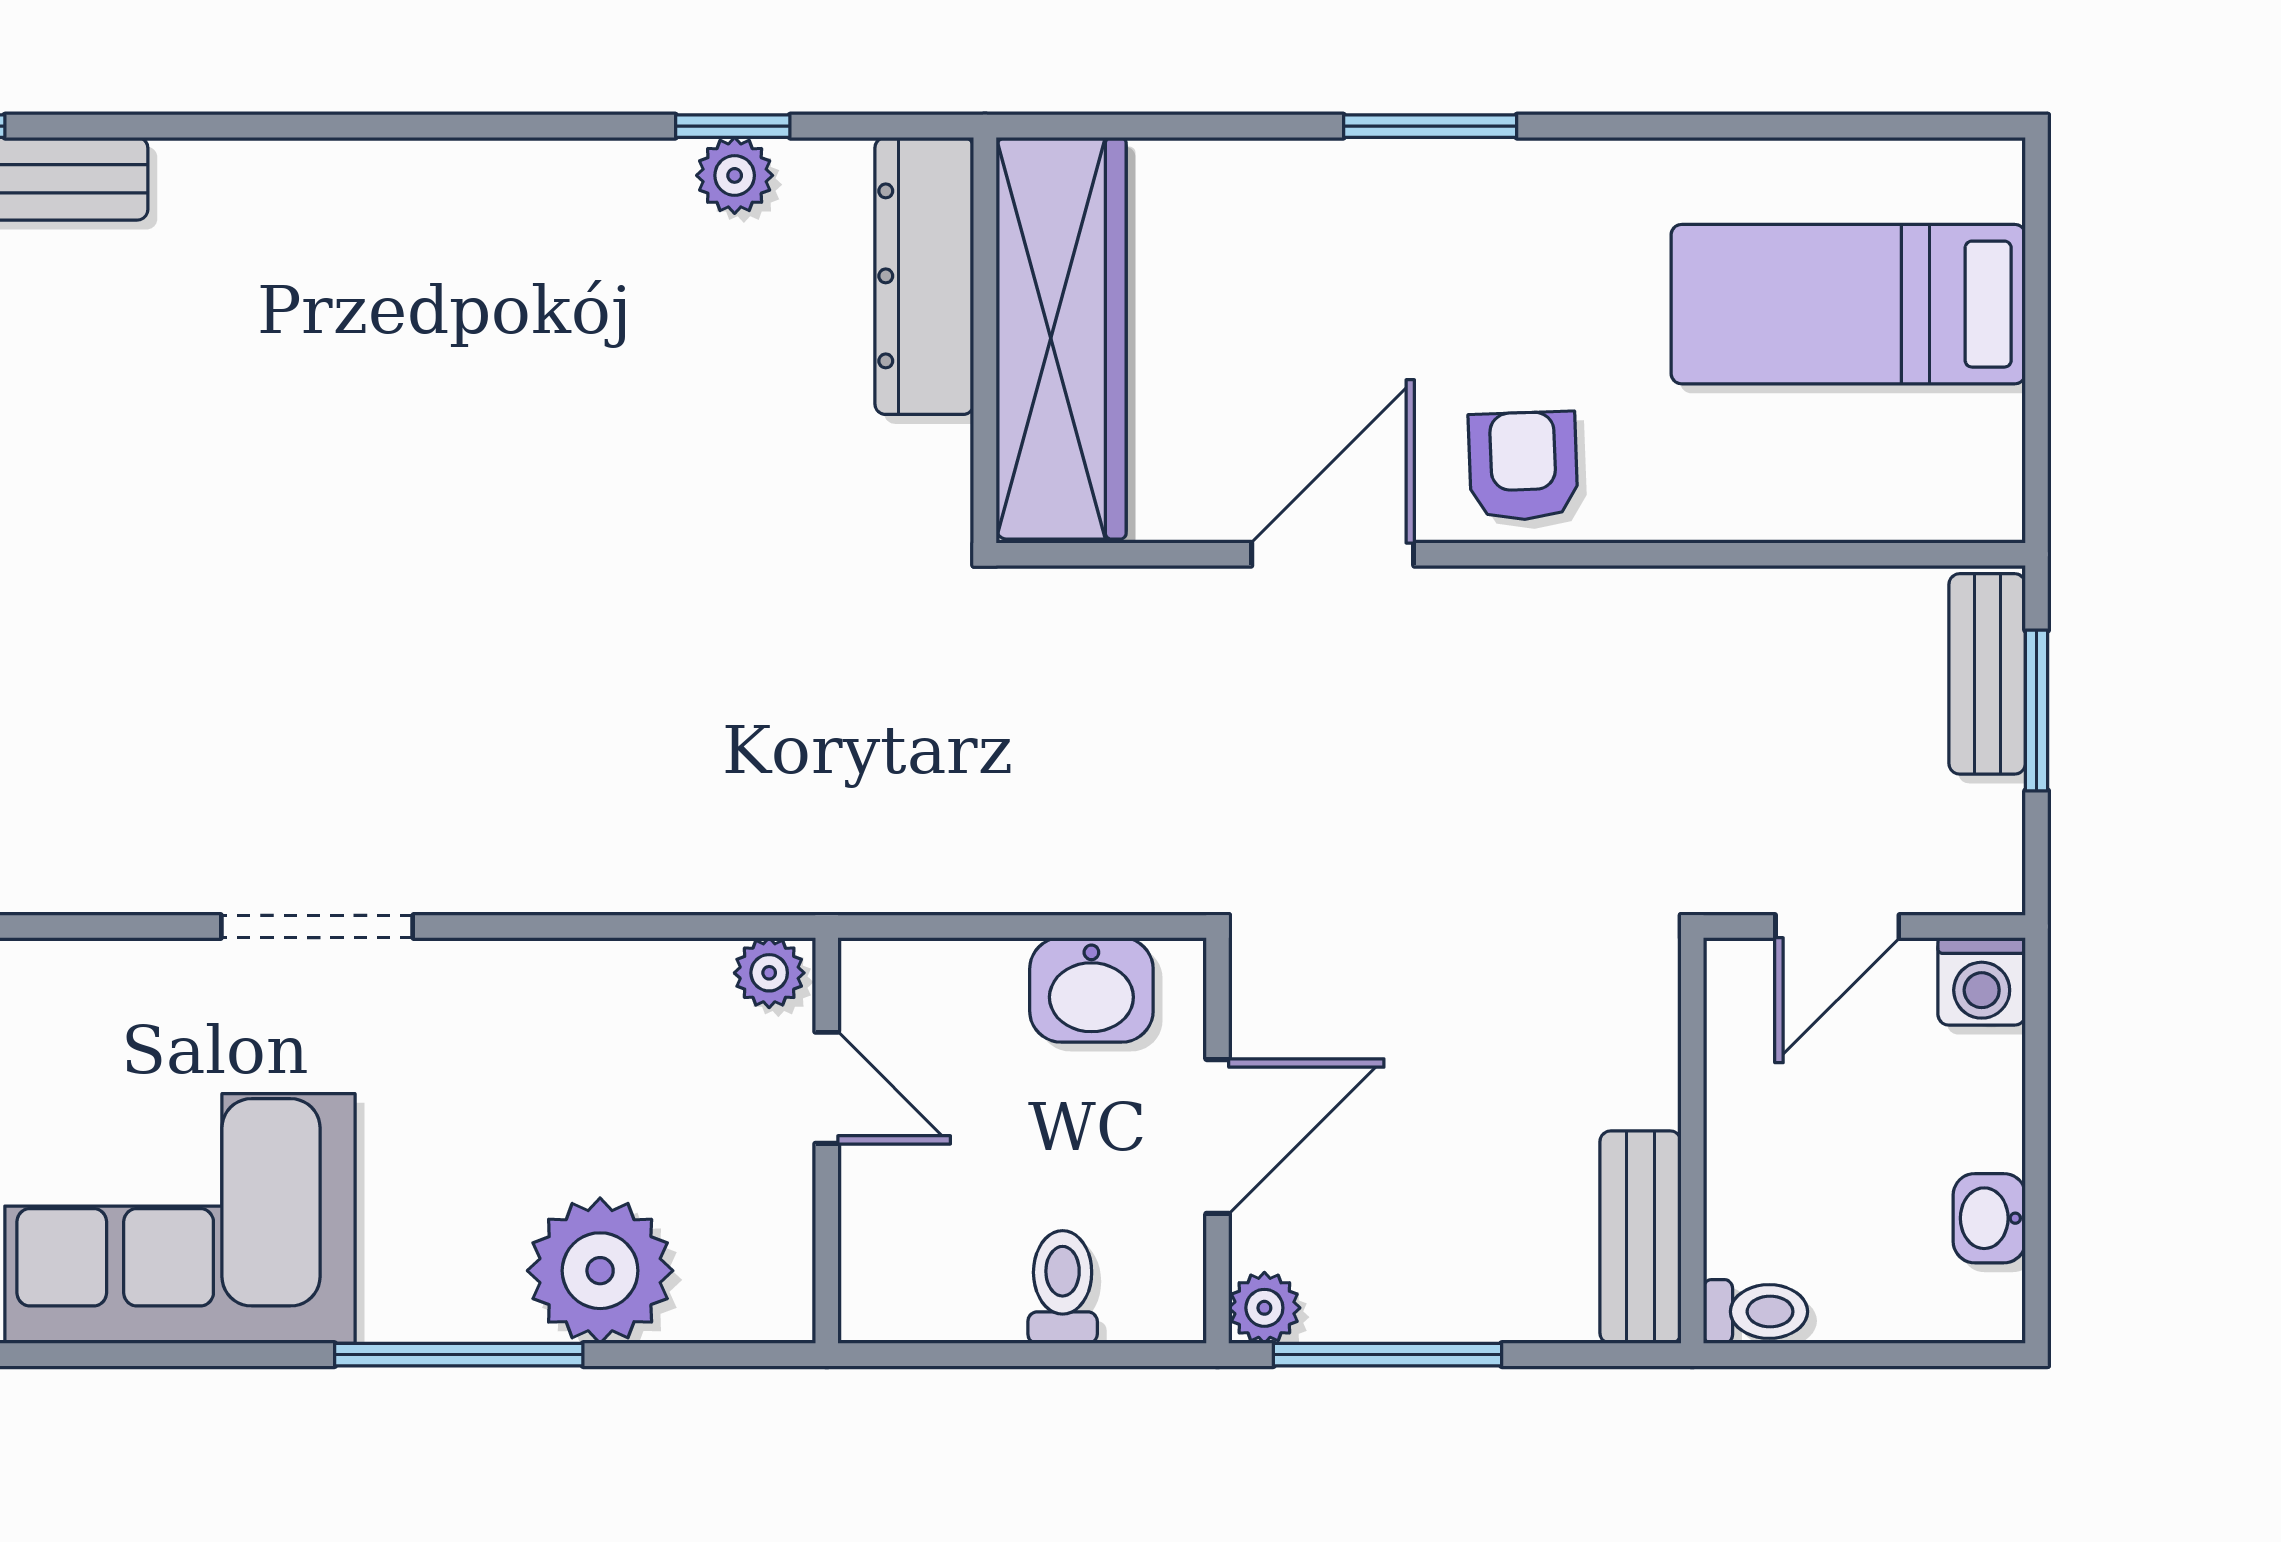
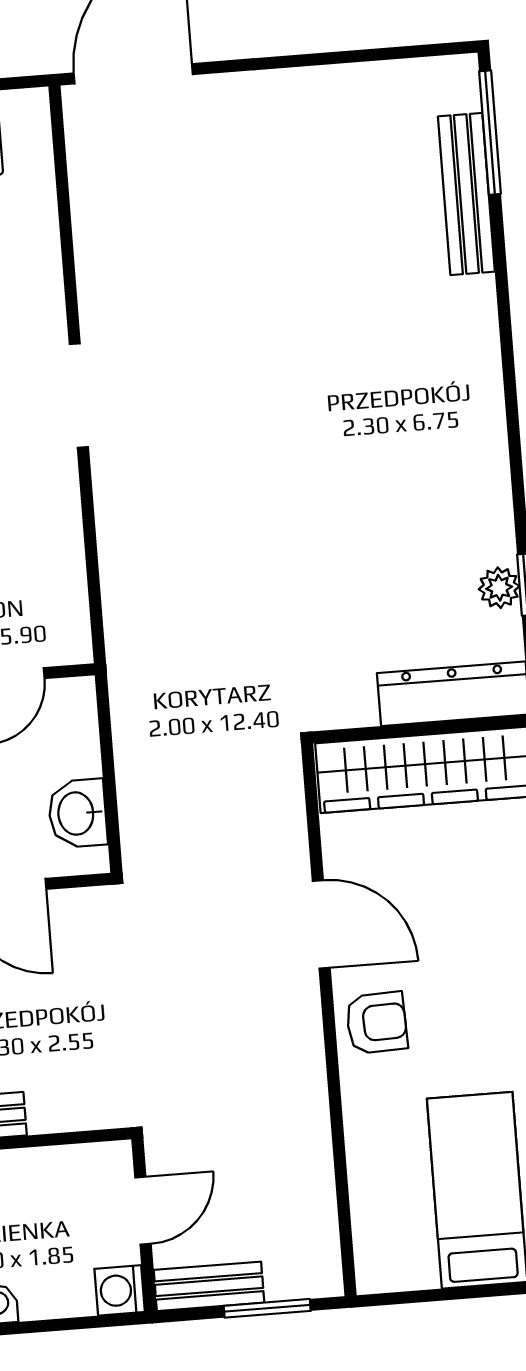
bench: (1987, 674) -> (209, 1286), moved
door: (1837, 927) -> (143, 1211), swing flipped
plant: (769, 973) -> (73, 640), removed

